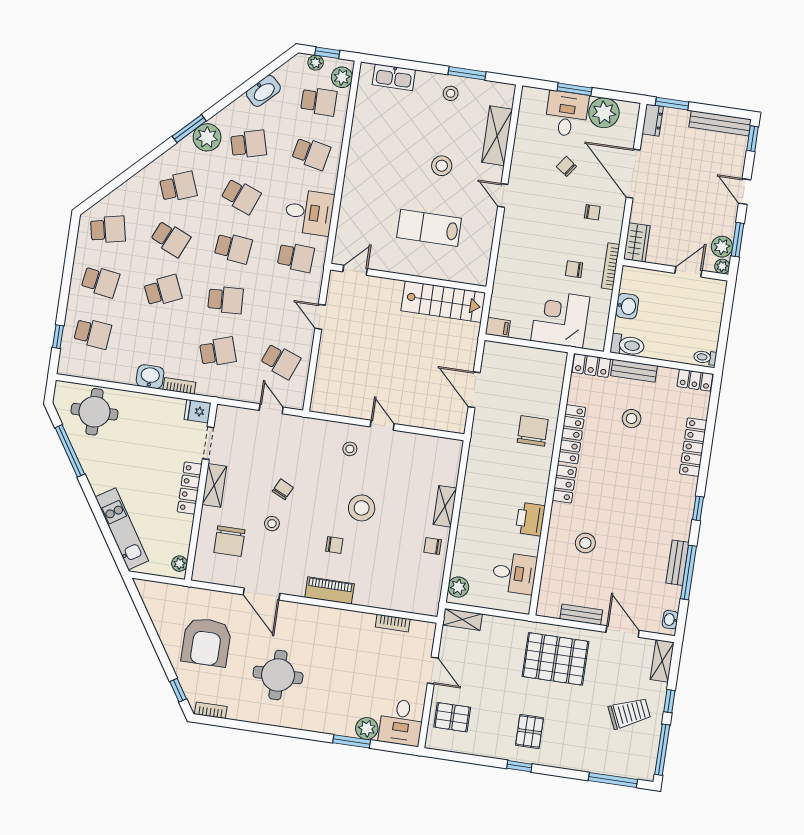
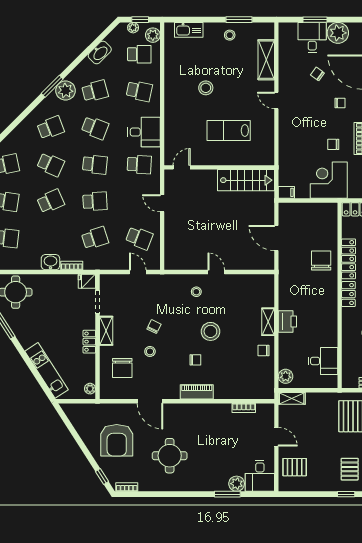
stool: (442, 166) -> (206, 88), moved
locker: (190, 488) -> (89, 342), width x0.66
printer: (530, 519) -> (287, 321), moved, turned 180

